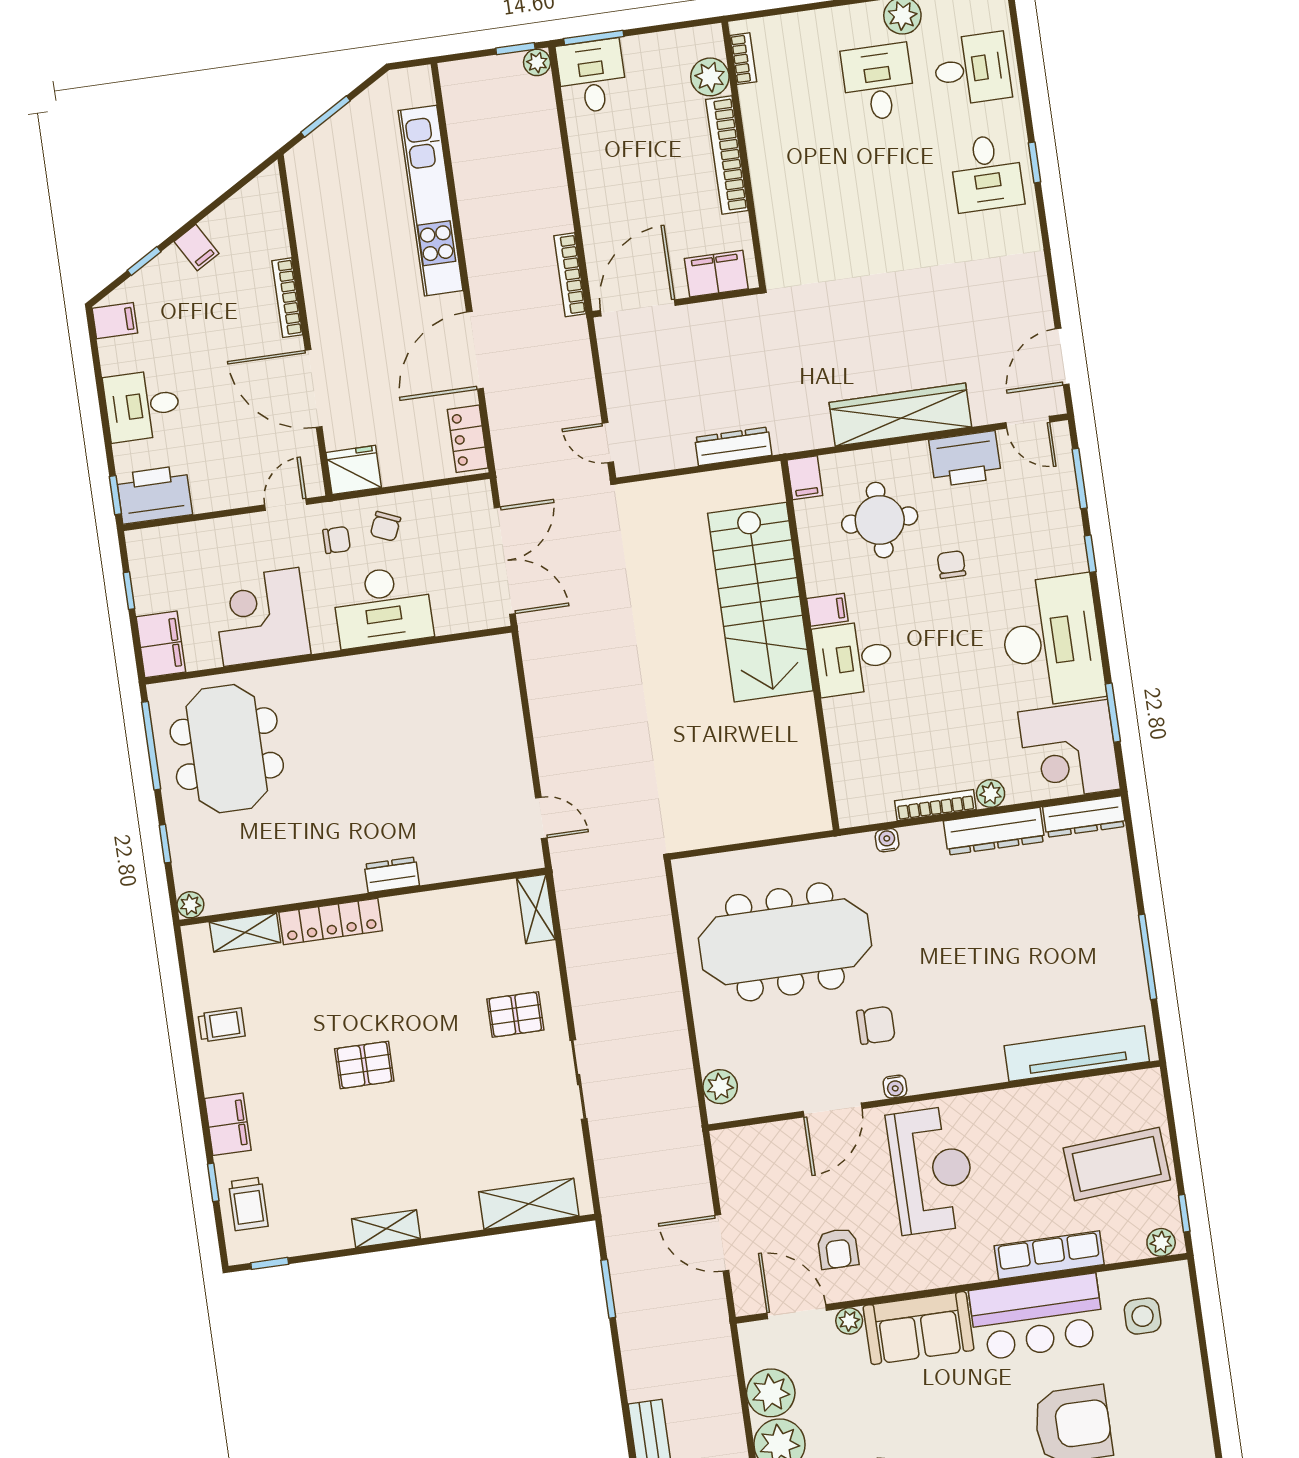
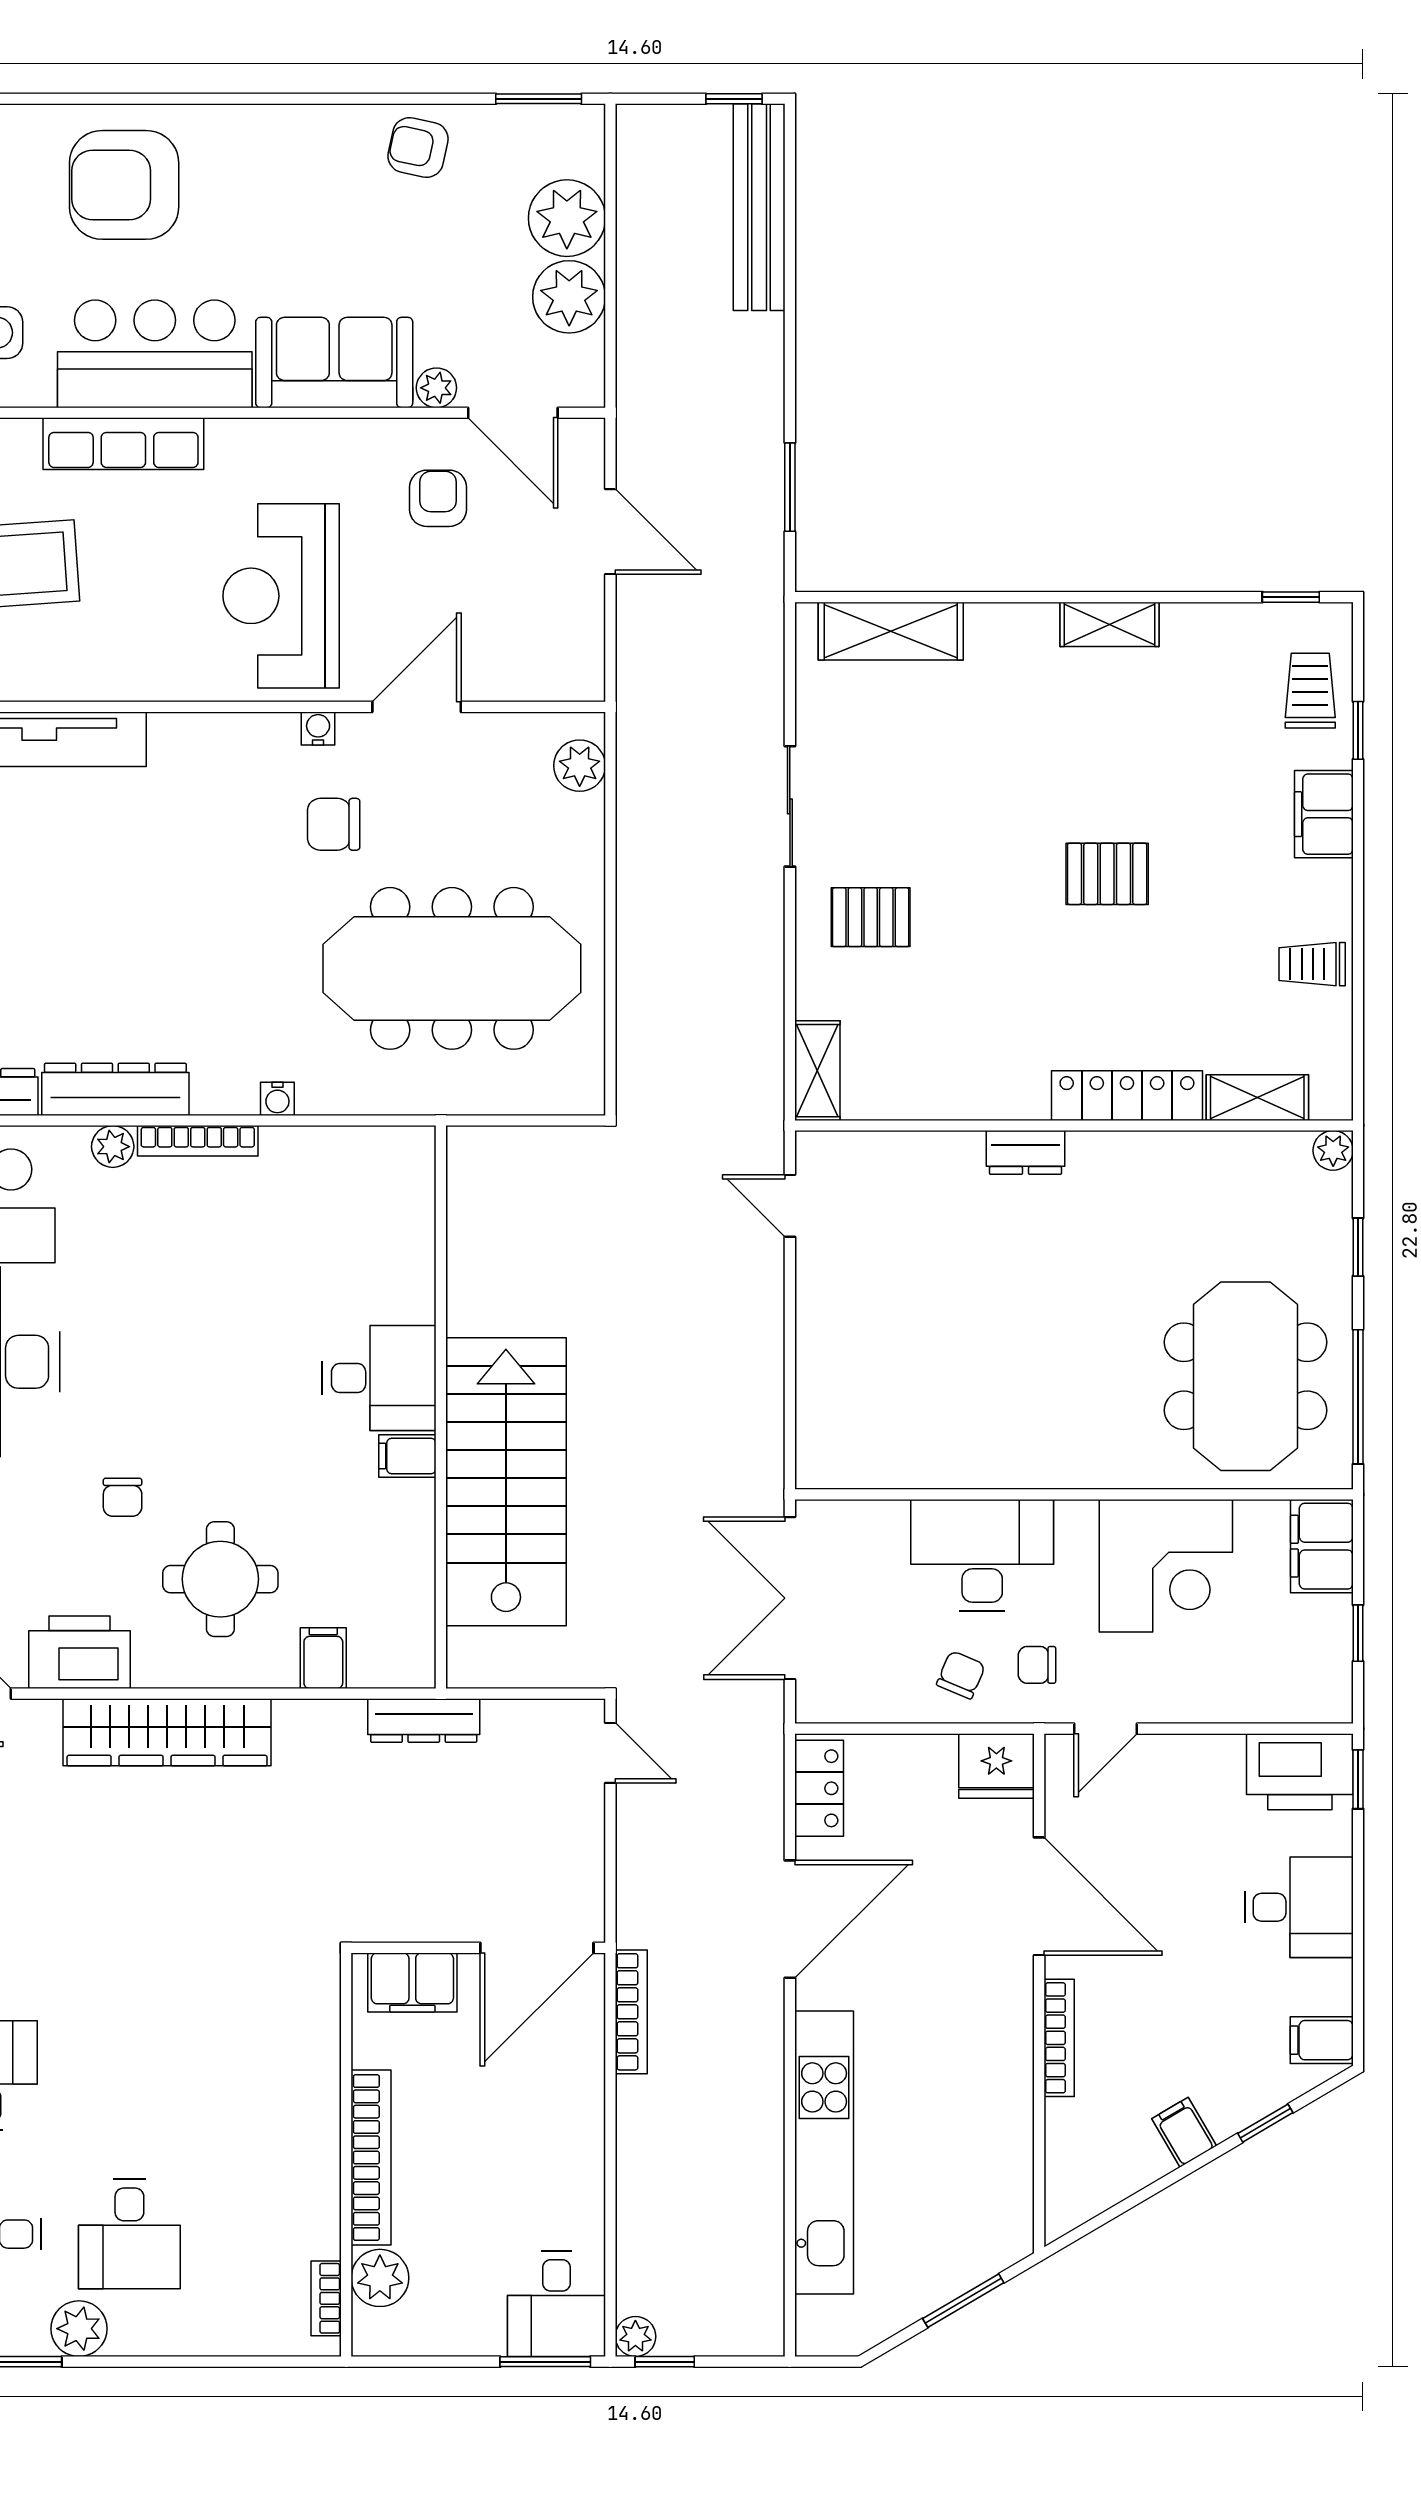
stairs: (760, 602) -> (506, 1482), moved
filing cabinet: (827, 610) -> (407, 1456), moved
wall: (810, 645) -> (441, 1407), moved
desk: (853, 658) -> (379, 1378), moved

